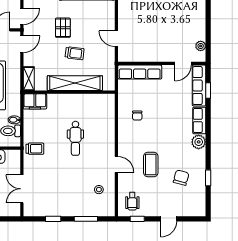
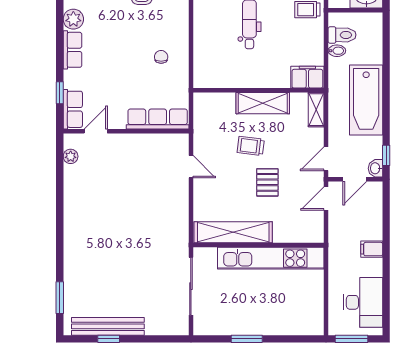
shelving: (75, 83) -> (263, 103), width x0.68
row of seats: (199, 86) -> (73, 109), width x0.68

